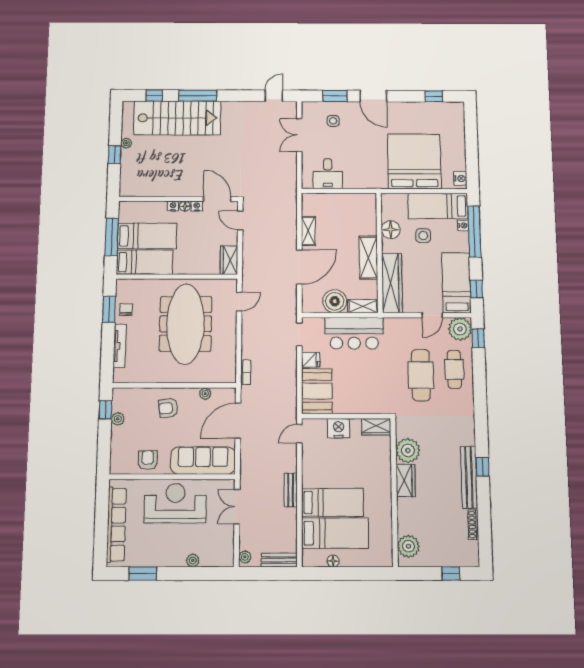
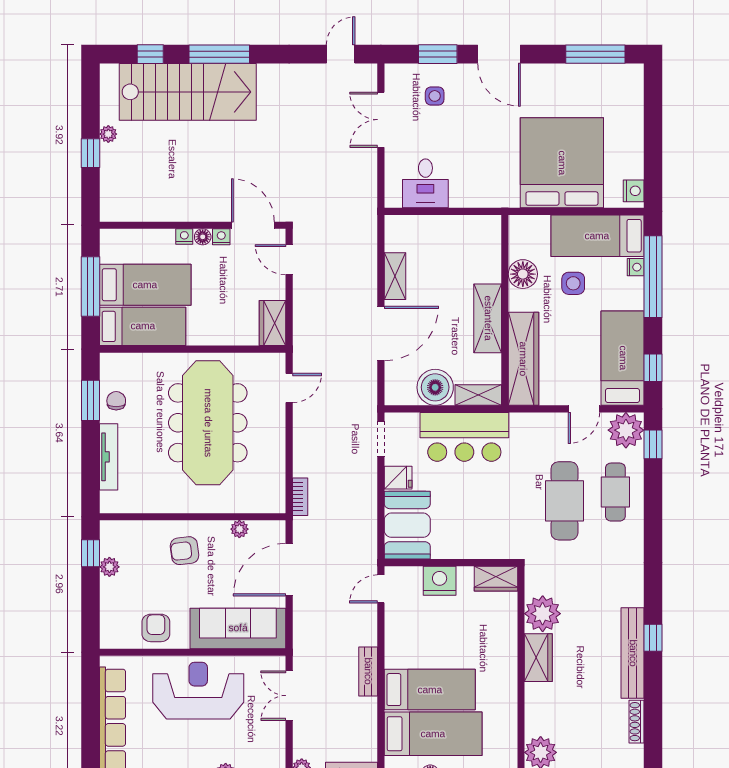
window: (434, 96) -> (595, 54), width x2.17

